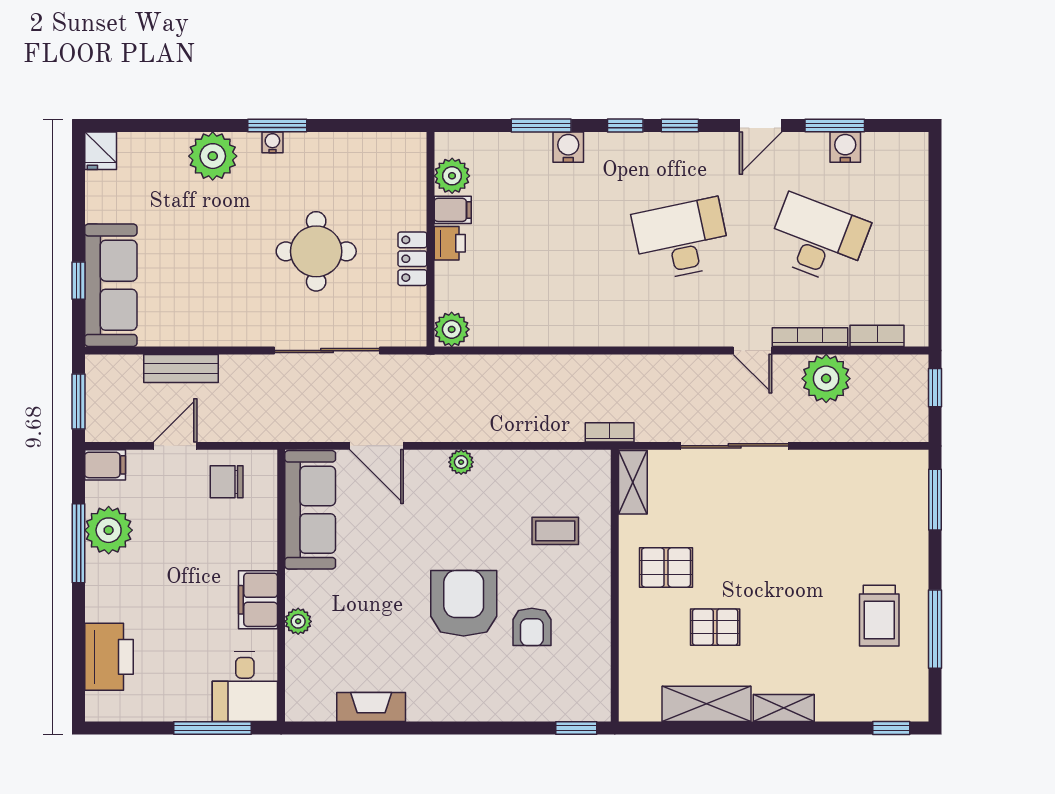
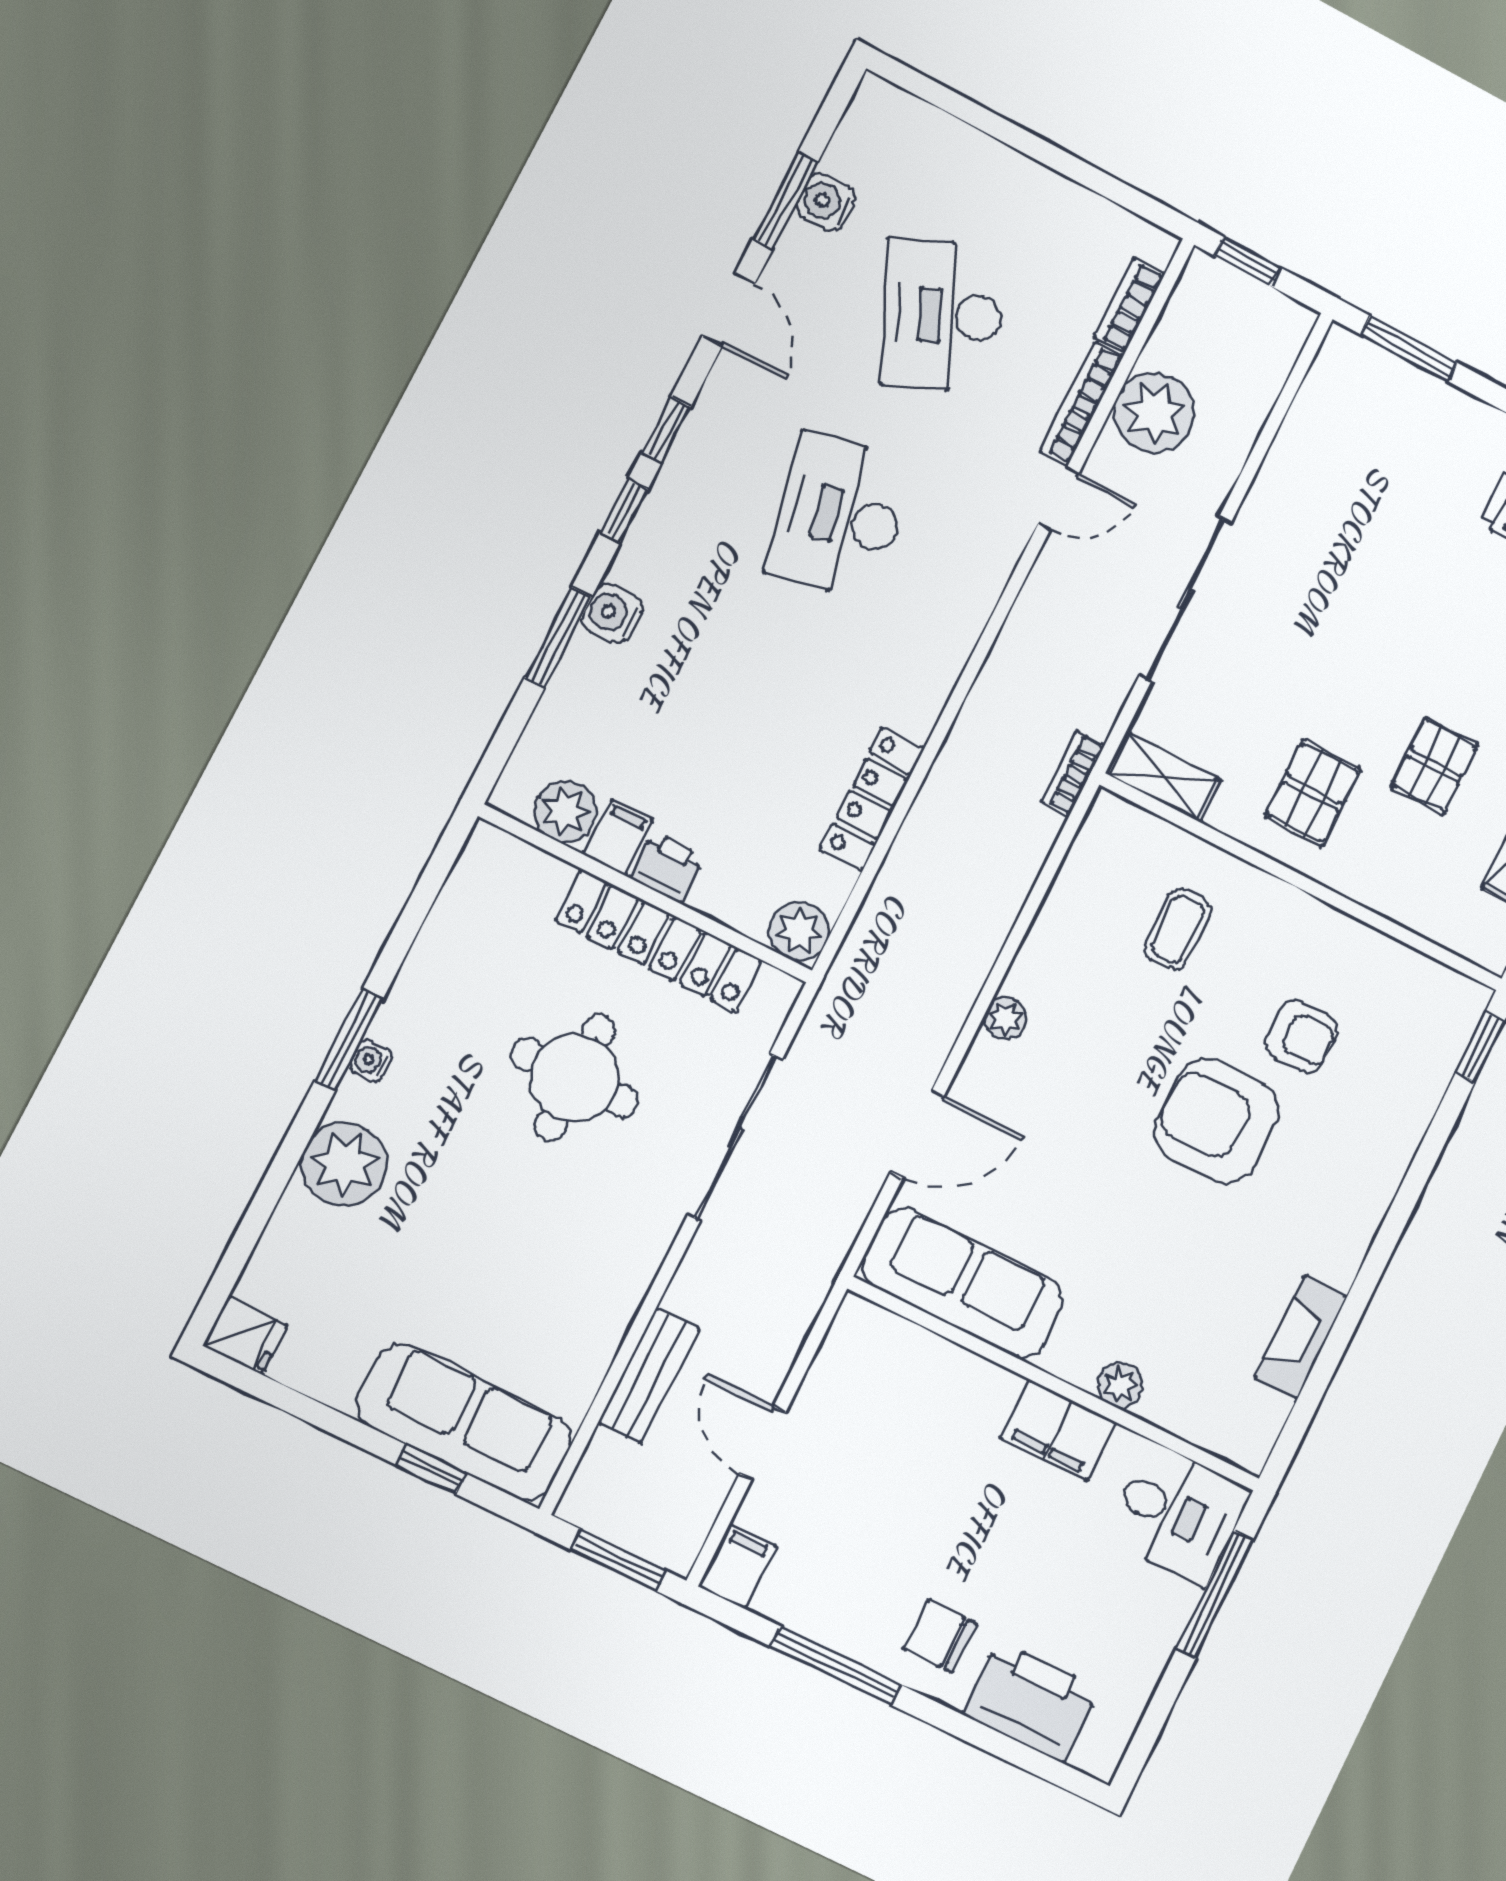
desk: (818, 239) -> (943, 315), turned -45
locker: (412, 259) -> (659, 941), width x2.16, depth x1.21
locker: (541, 332) -> (872, 799), added
chair: (227, 482) -> (940, 1636), moved, turned 90
plant: (109, 530) -> (839, 1609), removed

